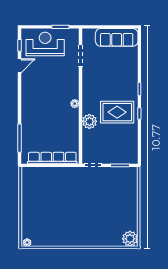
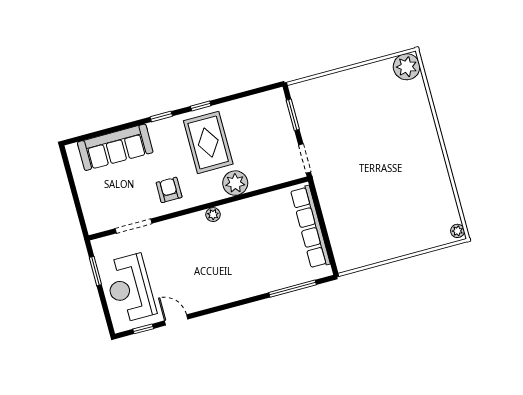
sofa: (117, 37) -> (115, 147), moved, turned 90
armchair: (96, 82) -> (169, 190), added

